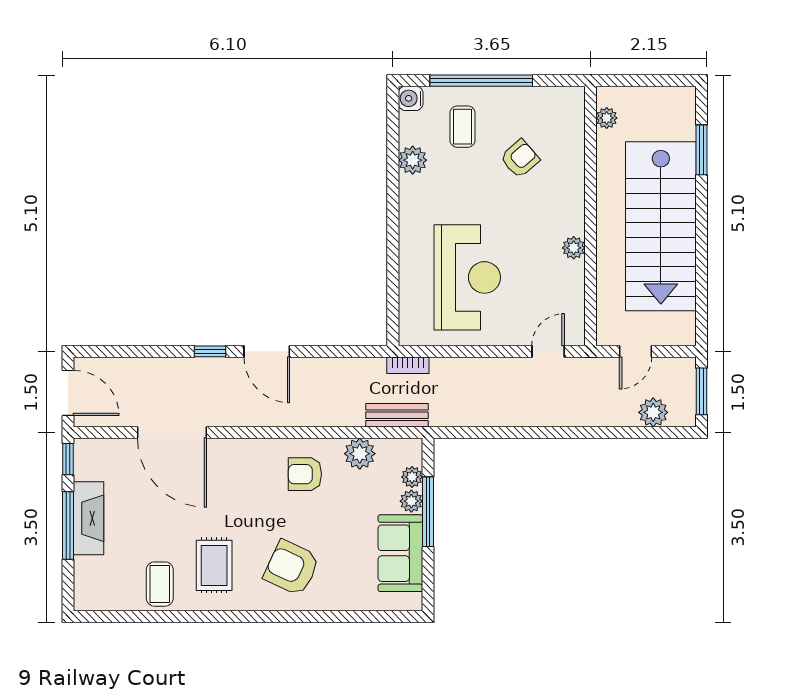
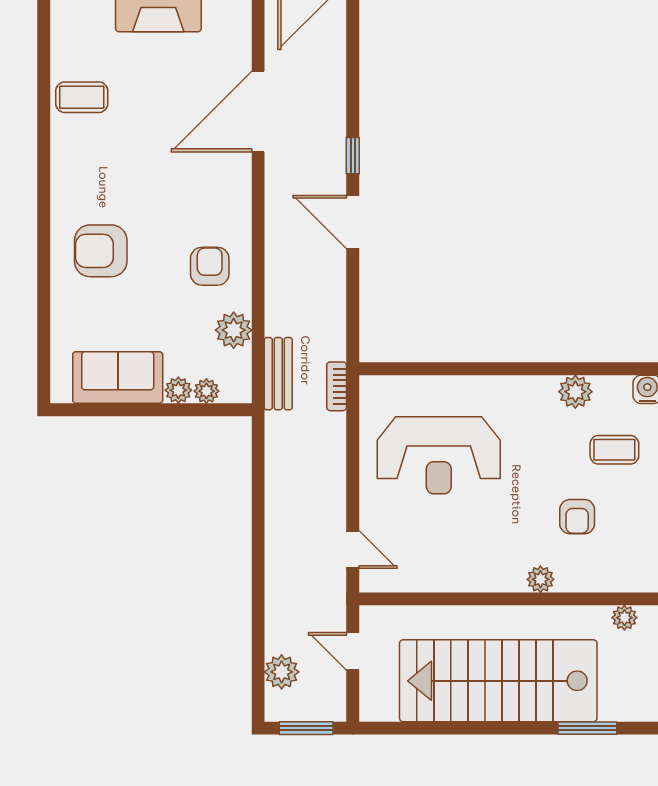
armchair: (520, 159) -> (577, 517), turned 41
plant: (574, 248) -> (540, 579), moved
door: (267, 351) -> (353, 222), hinge flipped
window: (428, 512) -> (166, 410), removed
rug: (214, 565) -> (103, 161), removed
armchair: (292, 568) -> (101, 251), turned -115

